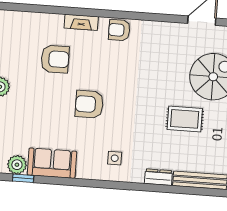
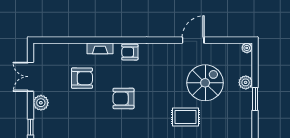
armchair: (89, 104) -> (123, 98), moved

